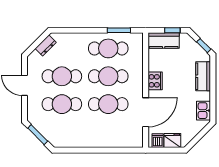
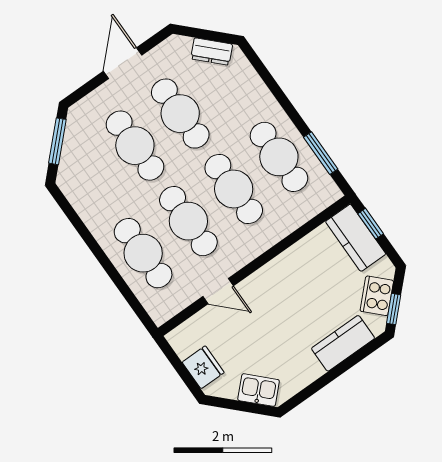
window: (172, 30) -> (371, 224), moved
cooker: (155, 81) -> (377, 296), moved, turned 135
kitchen sink: (203, 111) -> (259, 390), moved, turned 45
door: (146, 112) -> (218, 291), width x0.53
cafe table: (108, 132) -> (143, 253), added
dishwasher: (158, 141) -> (186, 343), removed

